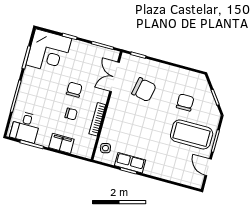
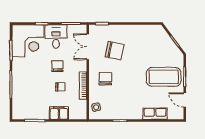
chair: (185, 102) -> (105, 79), moved
desk: (25, 127) -> (56, 36), moved, turned 180
row of seats: (130, 163) -> (155, 114), moved

